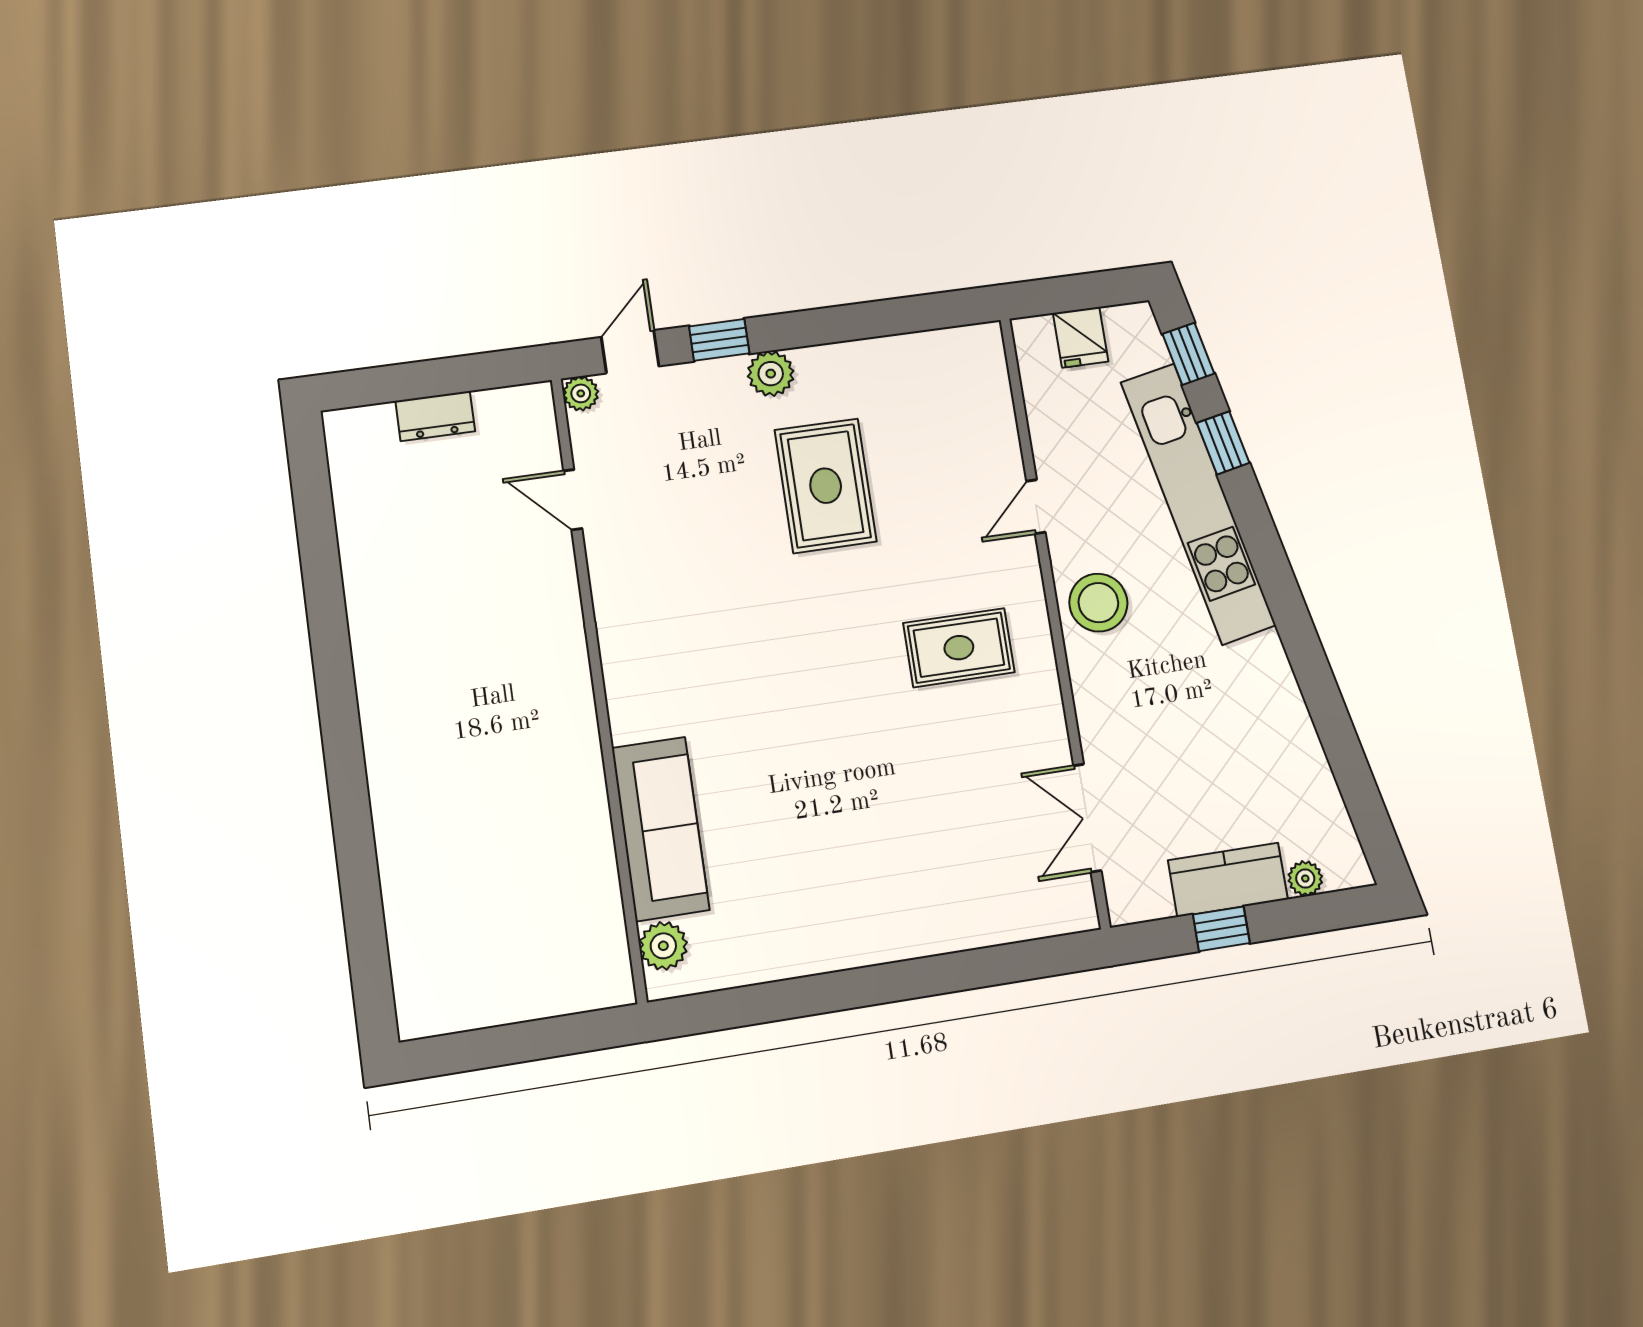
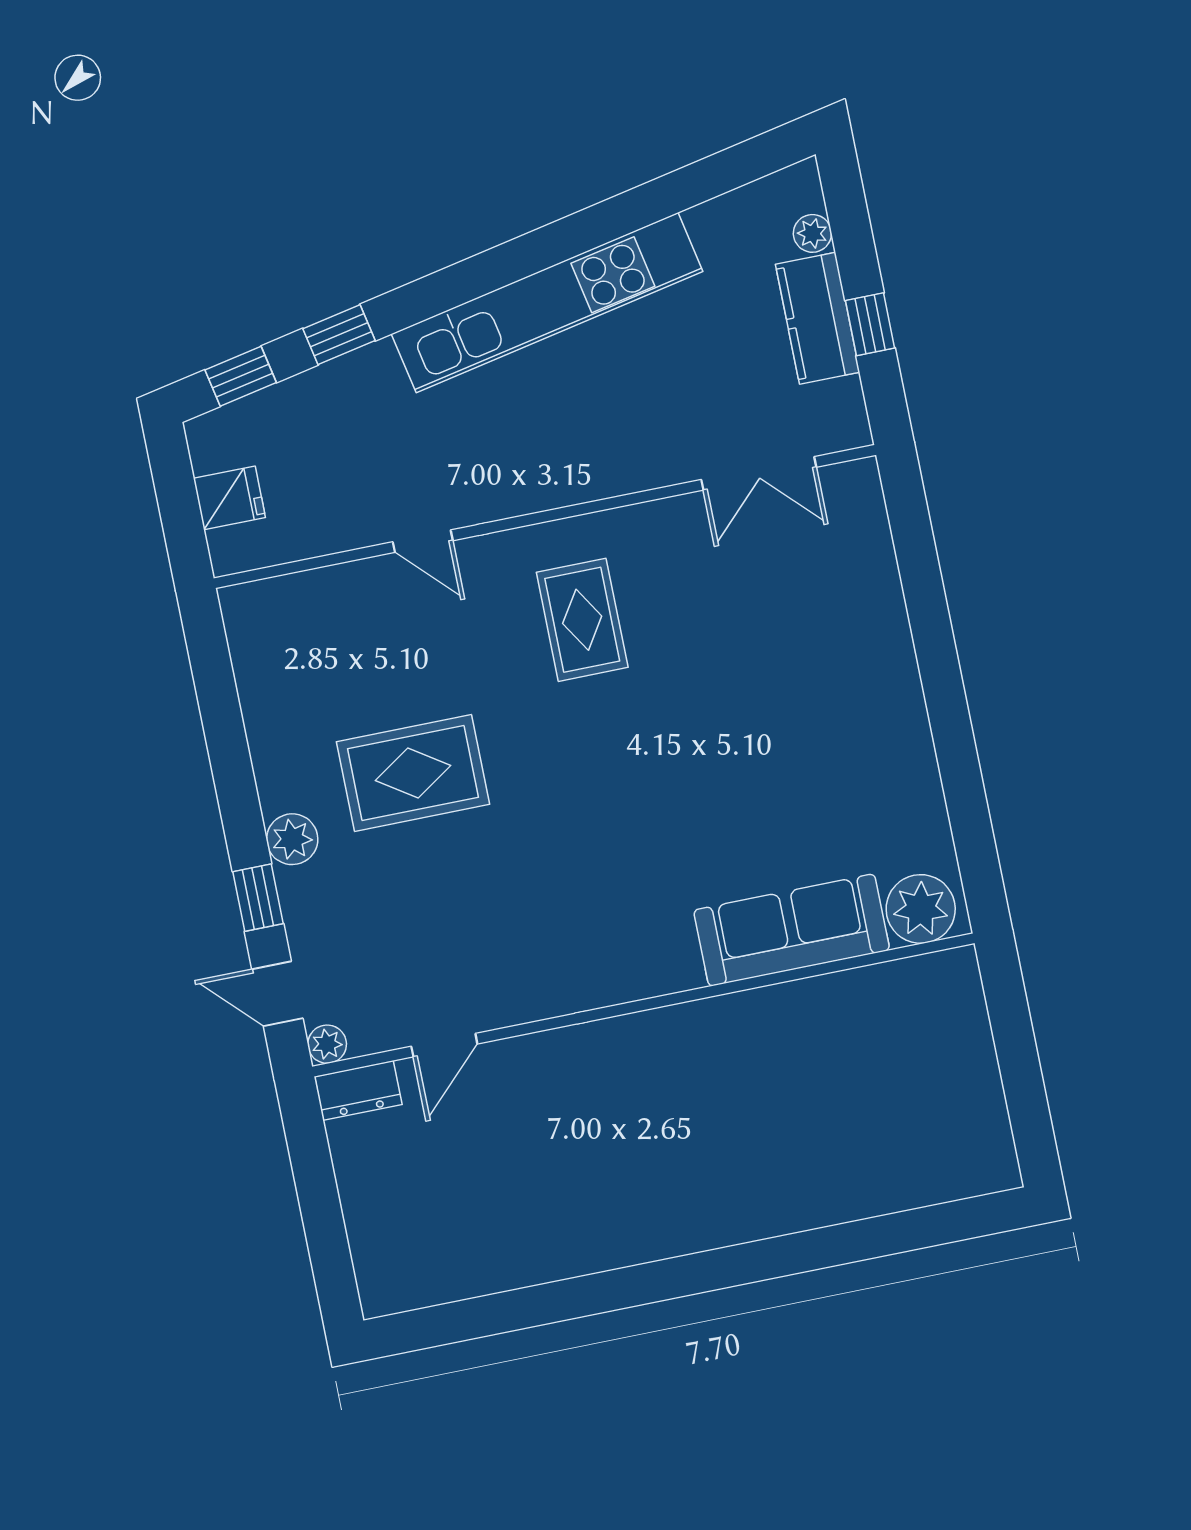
dresser: (435, 416) -> (358, 1090), moved, turned 90
kitchen unit: (1198, 503) -> (547, 303), moved
stool: (1098, 603) -> (525, 469), removed
plant: (663, 946) -> (921, 909), width x1.36, depth x1.36

